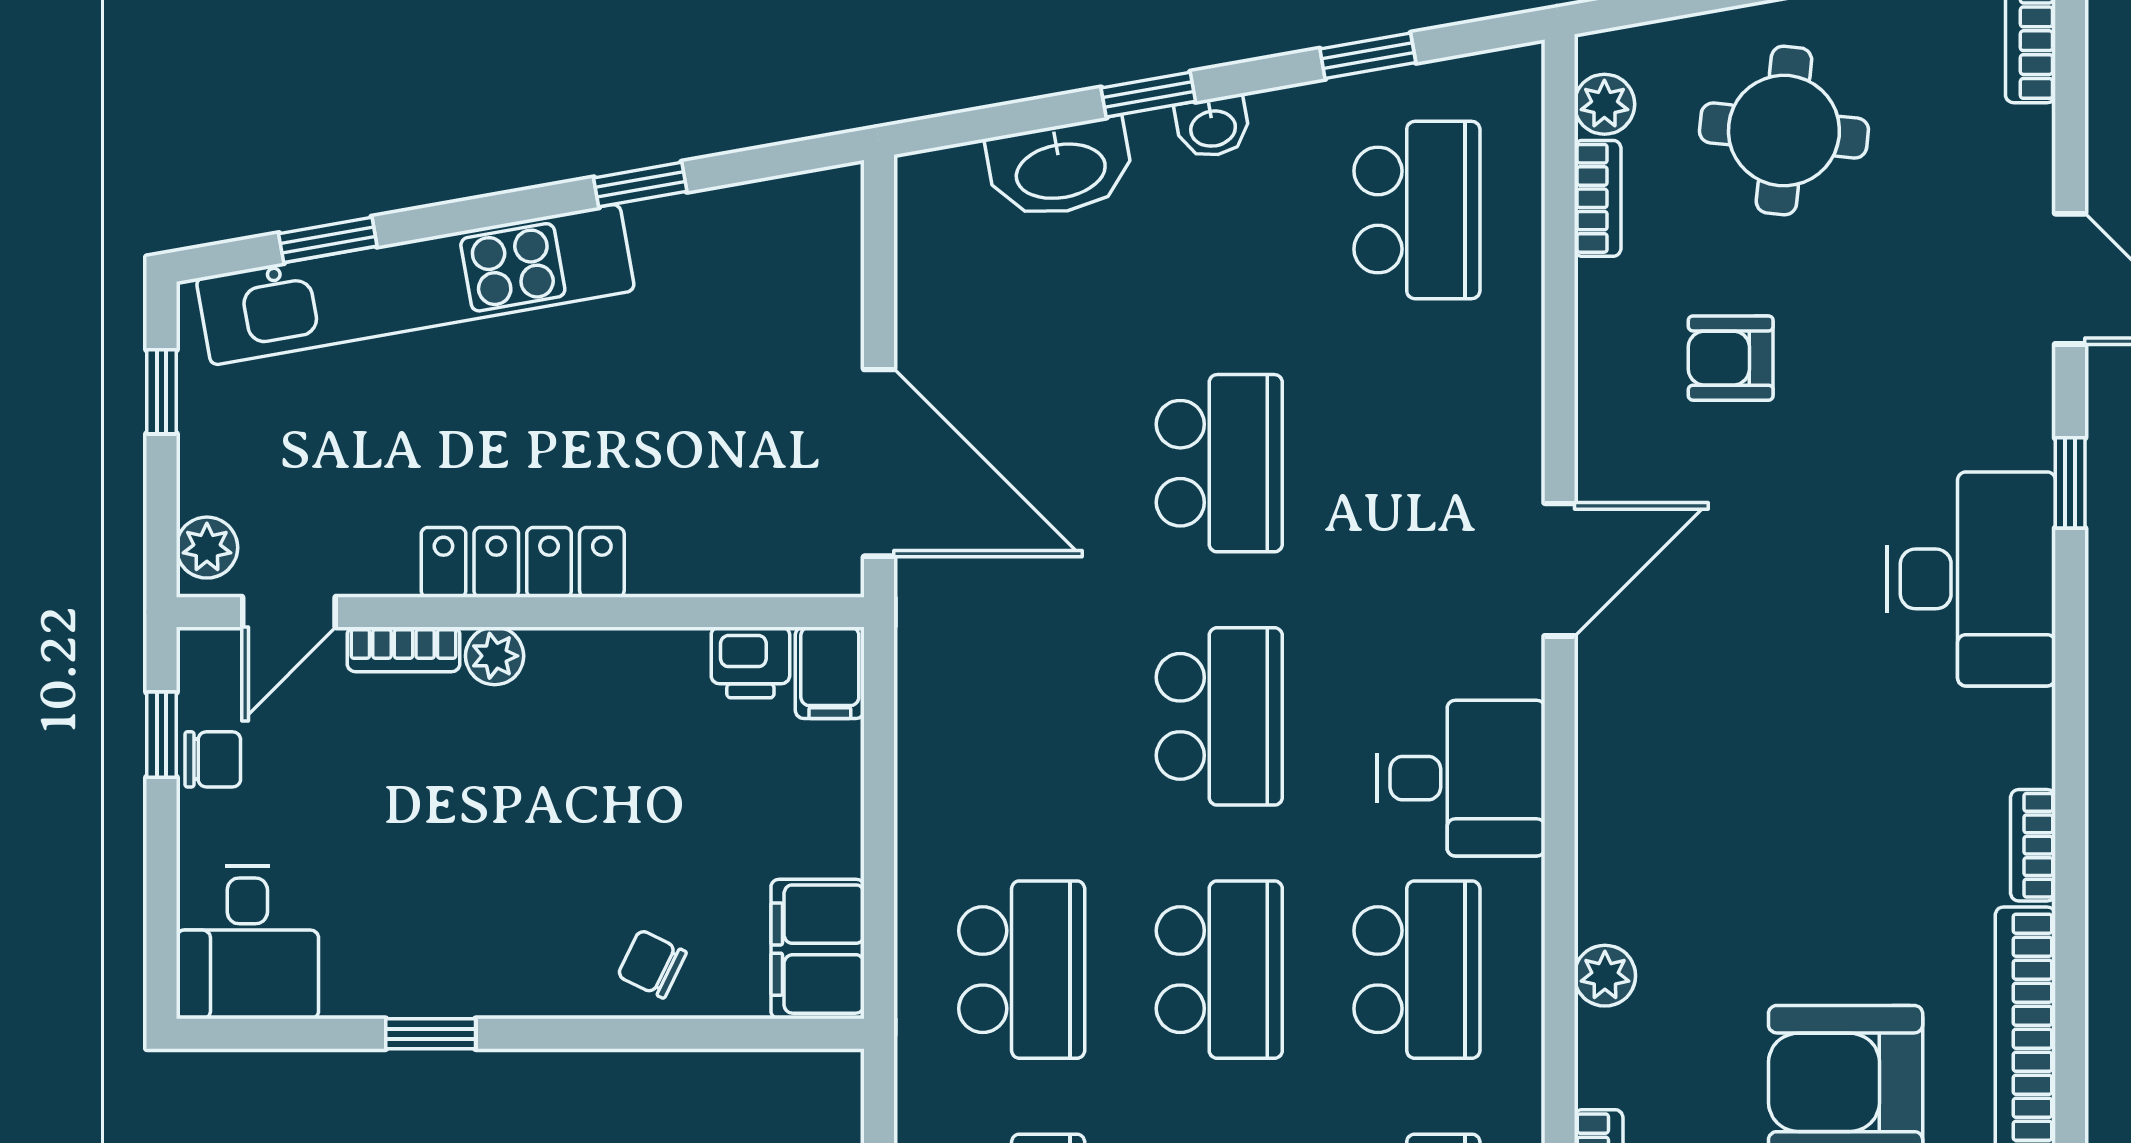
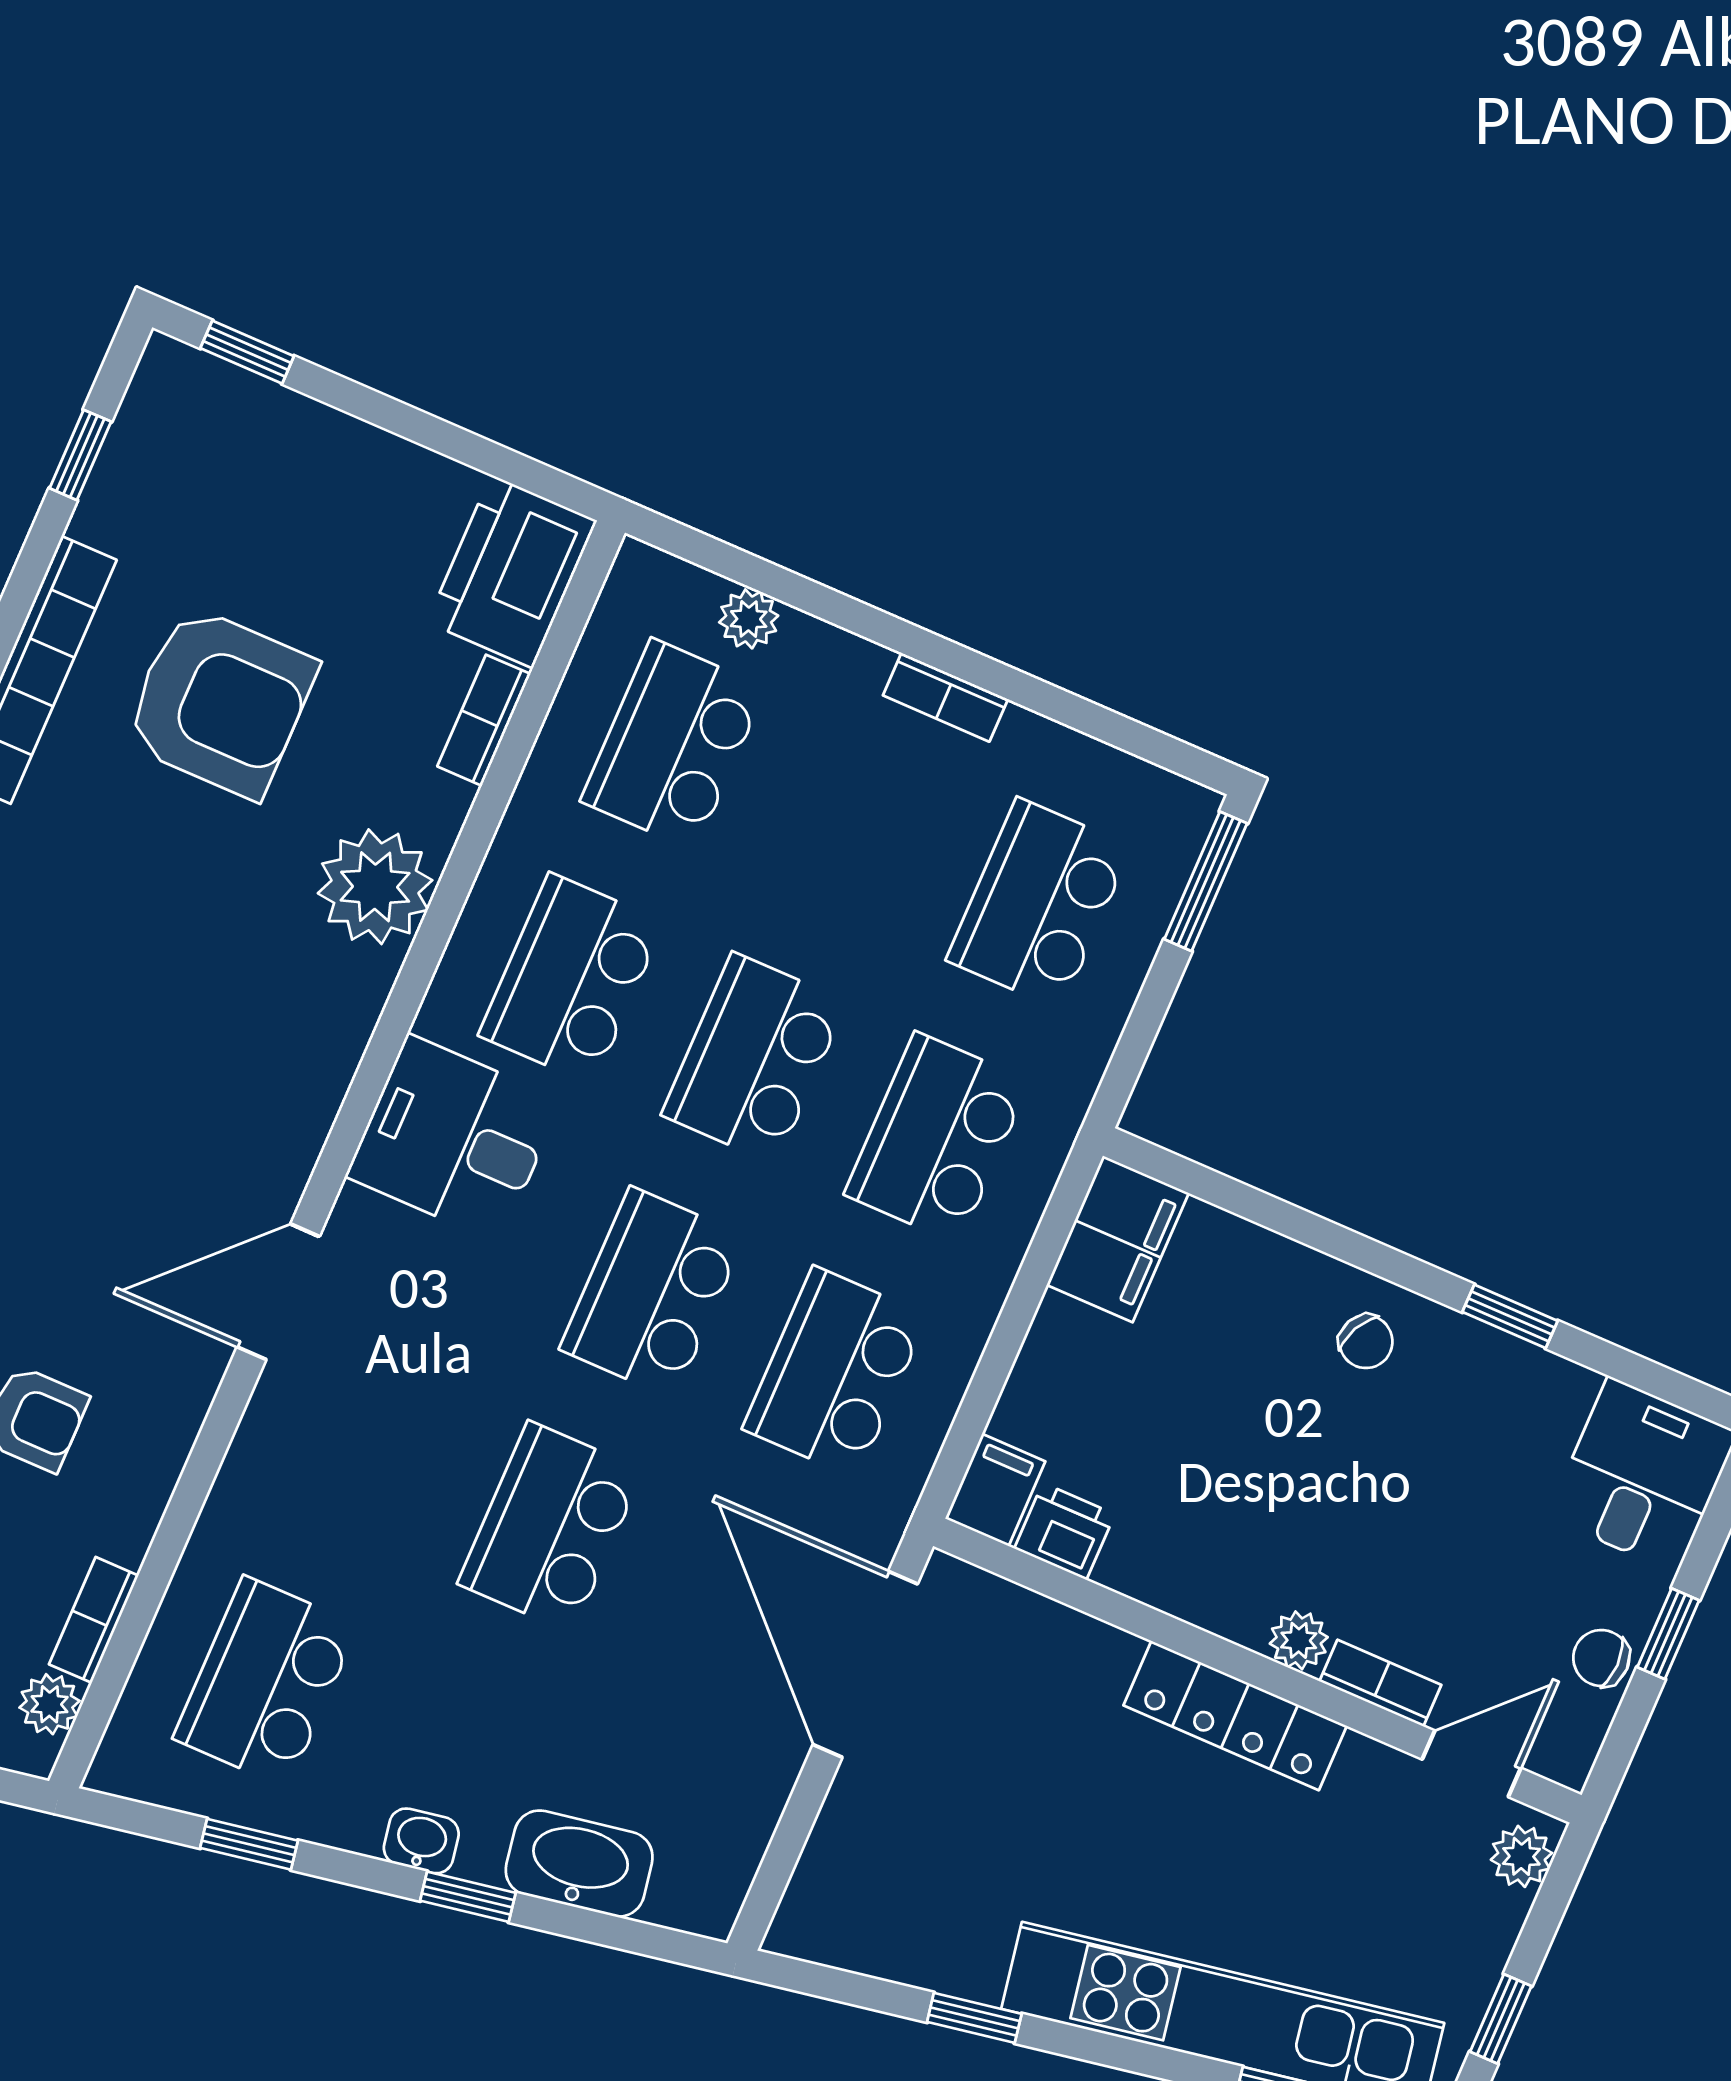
school desk: (1022, 716) -> (835, 1372), added
window: (161, 735) -> (1668, 1634), moved
chair: (652, 964) -> (1366, 1342), moved
plant: (1605, 976) -> (375, 887), width x1.88, depth x1.88

